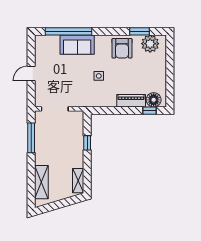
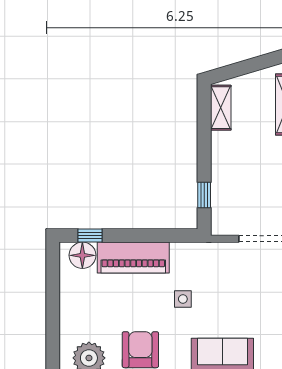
piano: (131, 101) -> (133, 257), width x1.37, depth x1.33
window: (87, 143) -> (204, 195), moved

